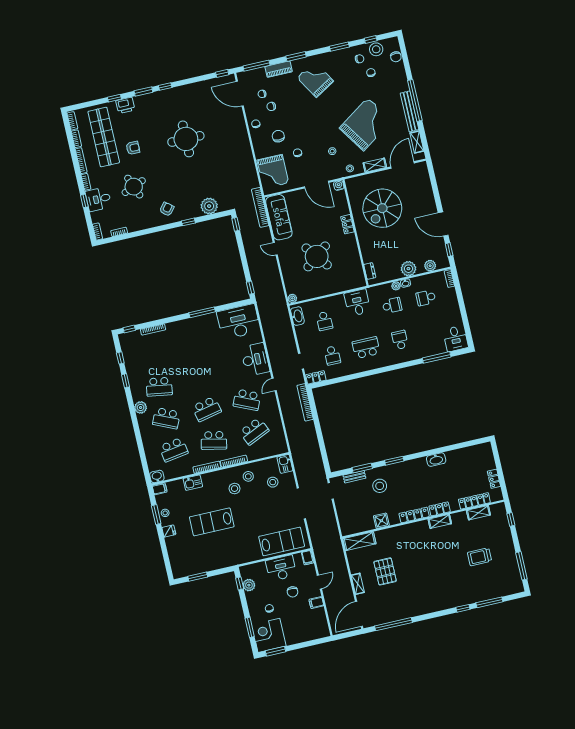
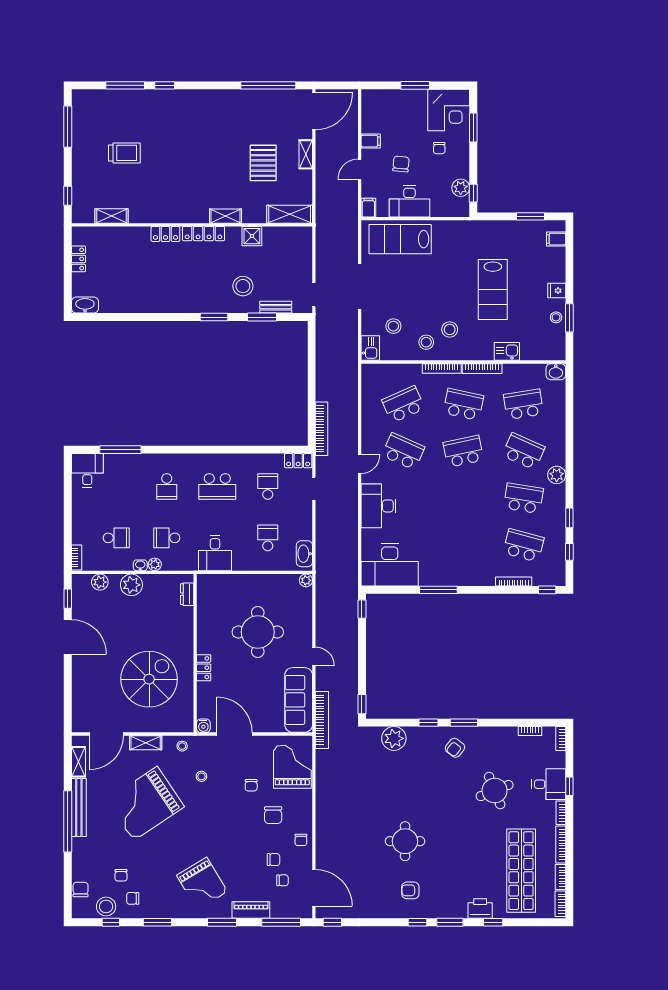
round table: (186, 139) -> (405, 841), width x0.73, depth x0.73
armchair: (133, 148) -> (410, 890), moved
window: (165, 227) -> (464, 723), added
round table: (317, 256) -> (258, 632), turned 38
school desk: (152, 355) -> (523, 545), added
washbasin: (436, 460) -> (85, 305), moved
filing cabinet: (160, 489) -> (556, 239), moved
locker: (474, 501) -> (113, 234), removed
shelving: (440, 521) -> (225, 216), moved
lab bench: (212, 522) -> (493, 290), turned 90
window: (276, 651) -> (415, 85), moved

